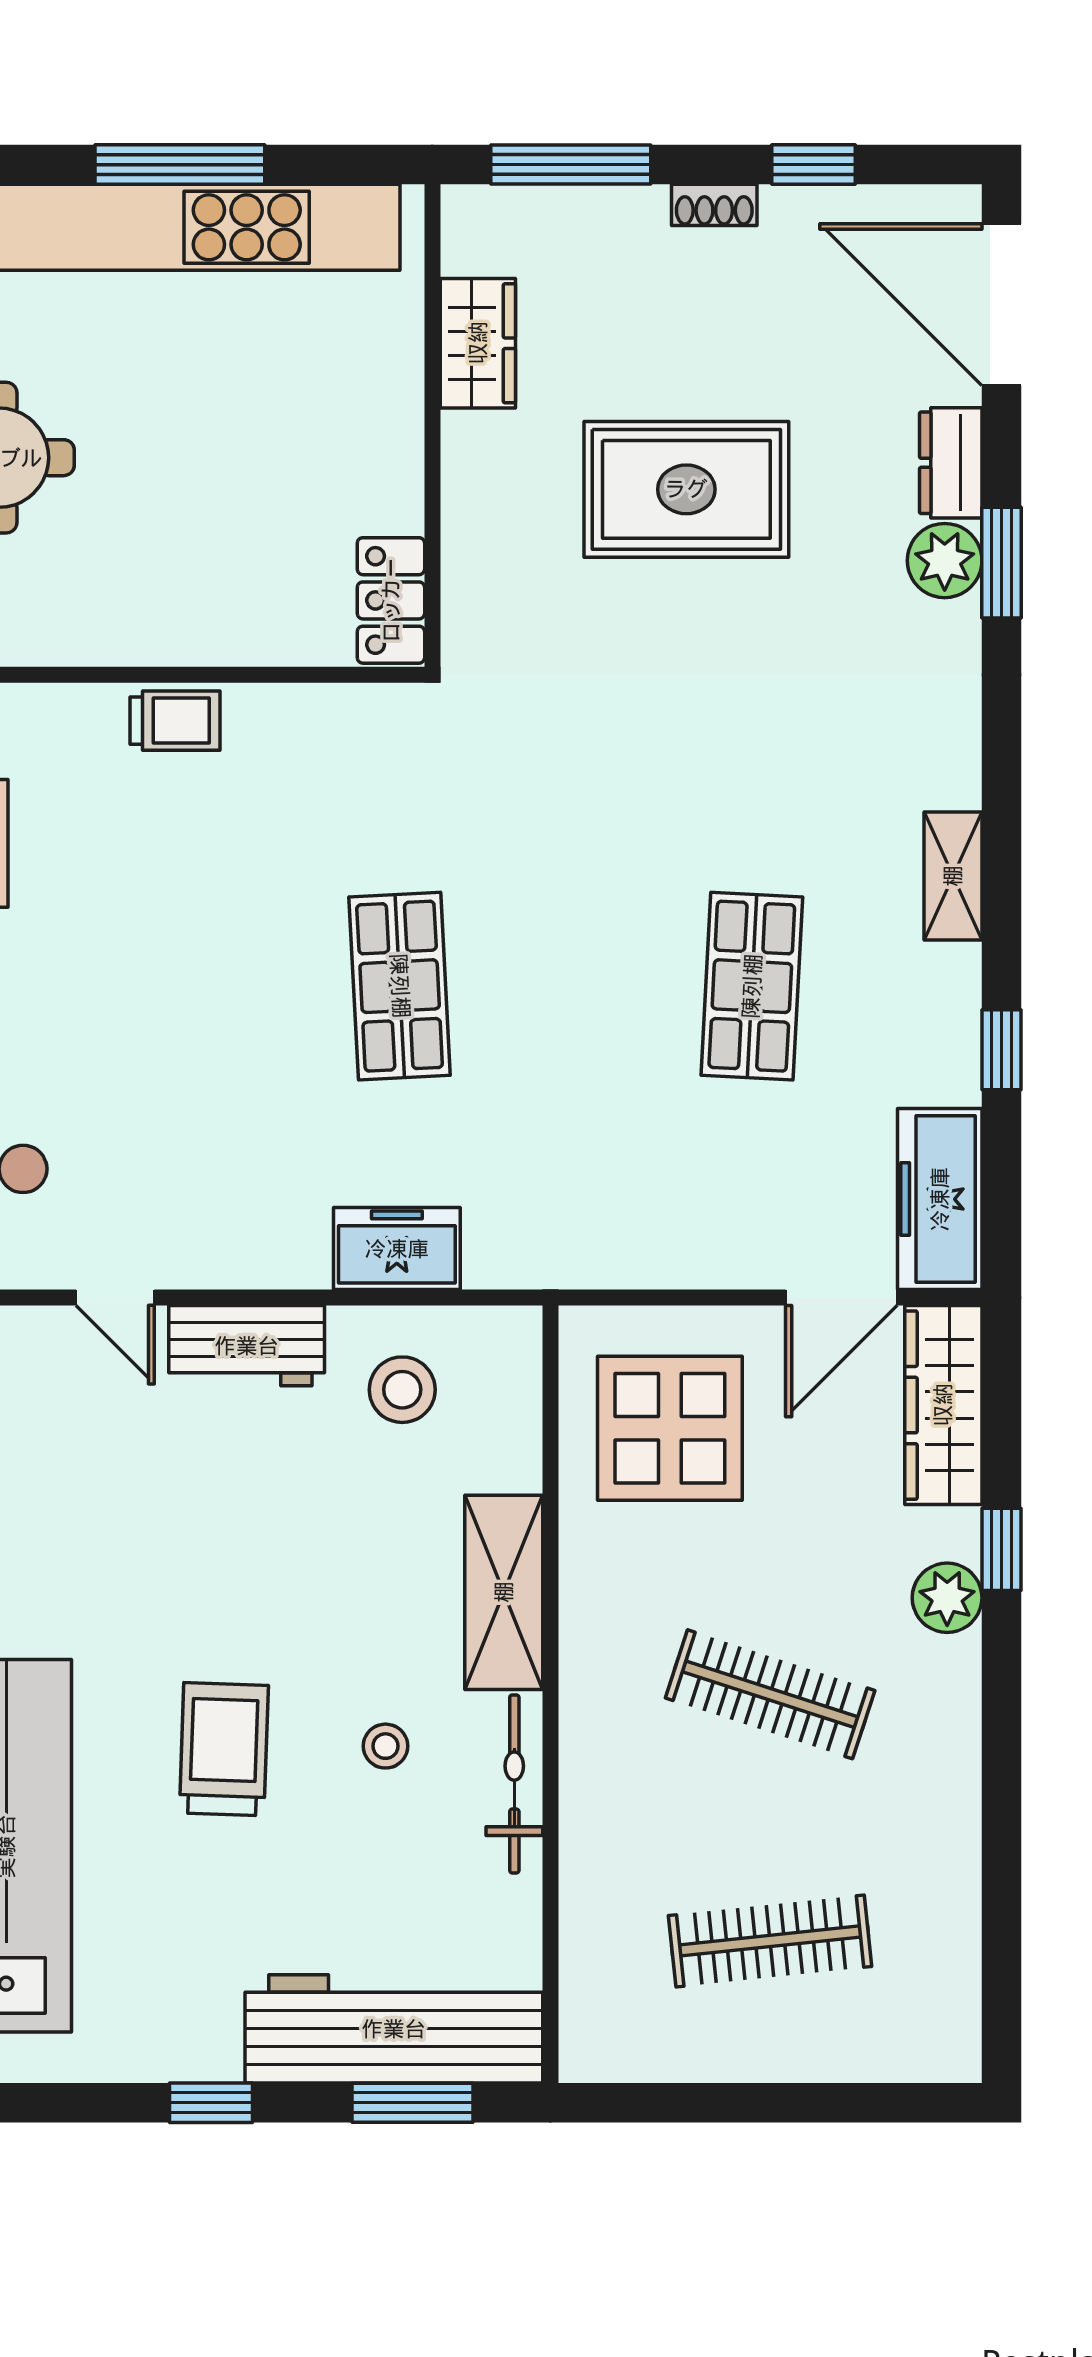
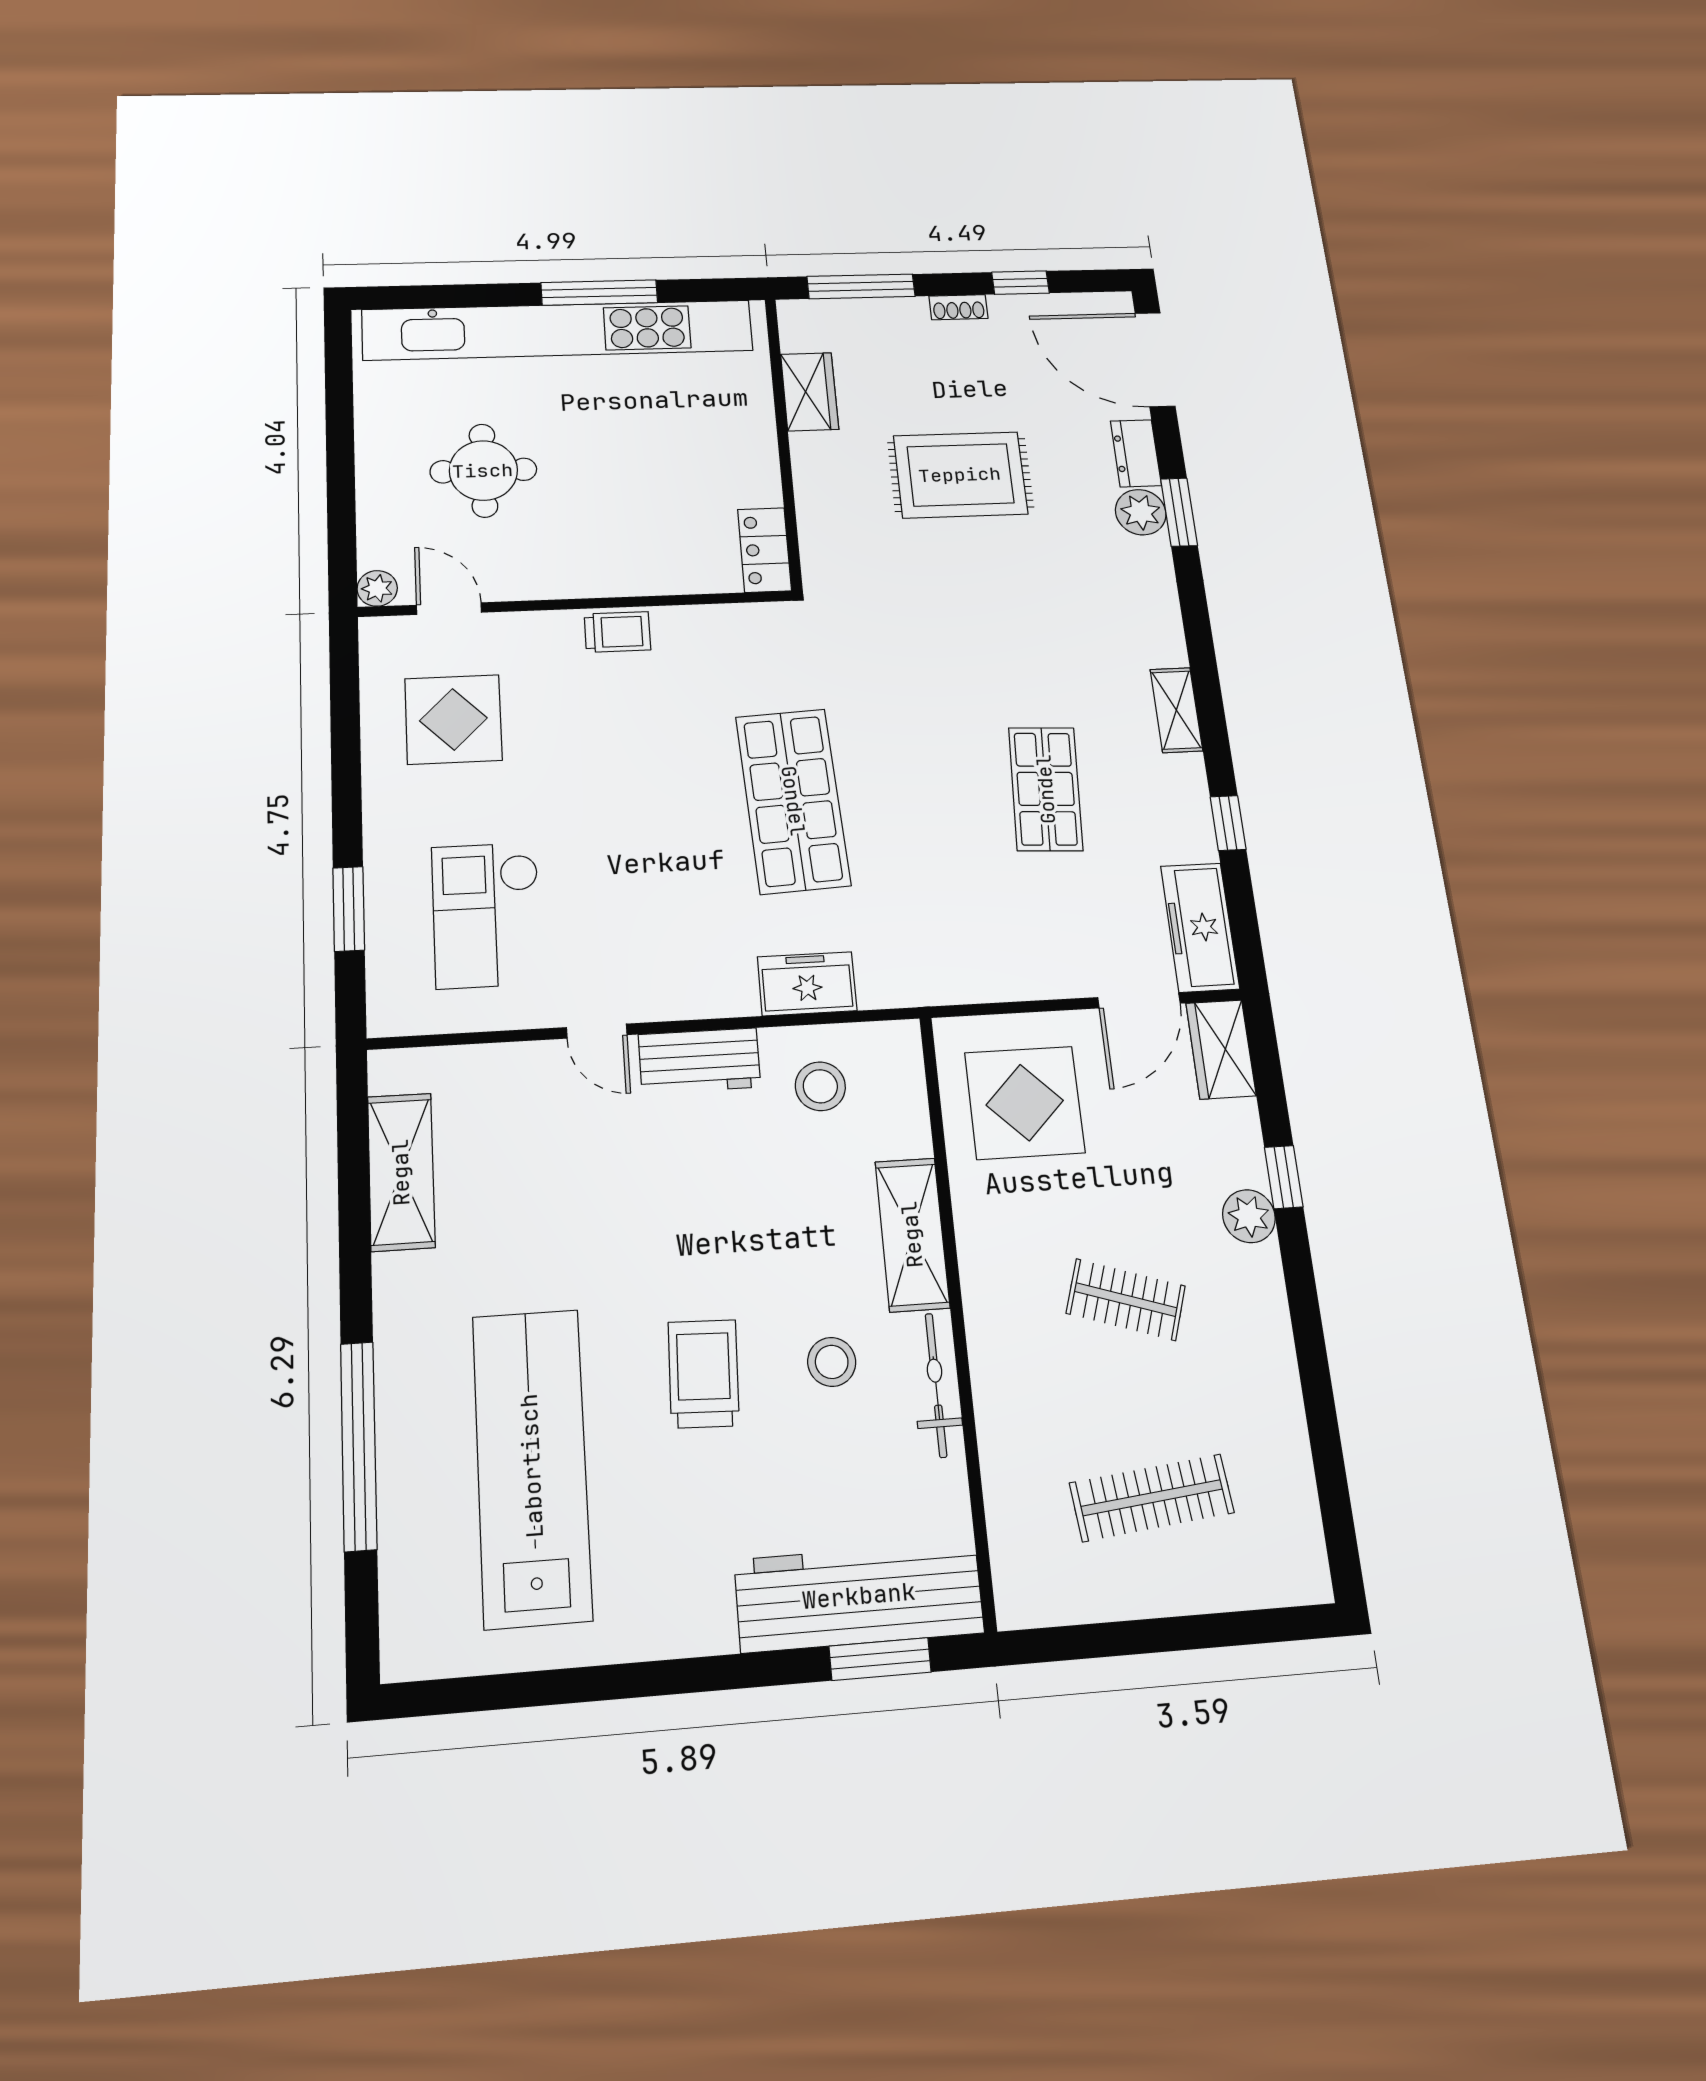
shop shelf: (400, 986) -> (793, 801), width x1.43, depth x1.36
wardrobe: (943, 1405) -> (1221, 1049), width x0.67
clothes rail: (770, 1694) -> (1126, 1300), width x0.73
stool: (385, 1746) -> (832, 1362), width x1.37, depth x1.37
window: (211, 2103) -> (713, 1673), removed

